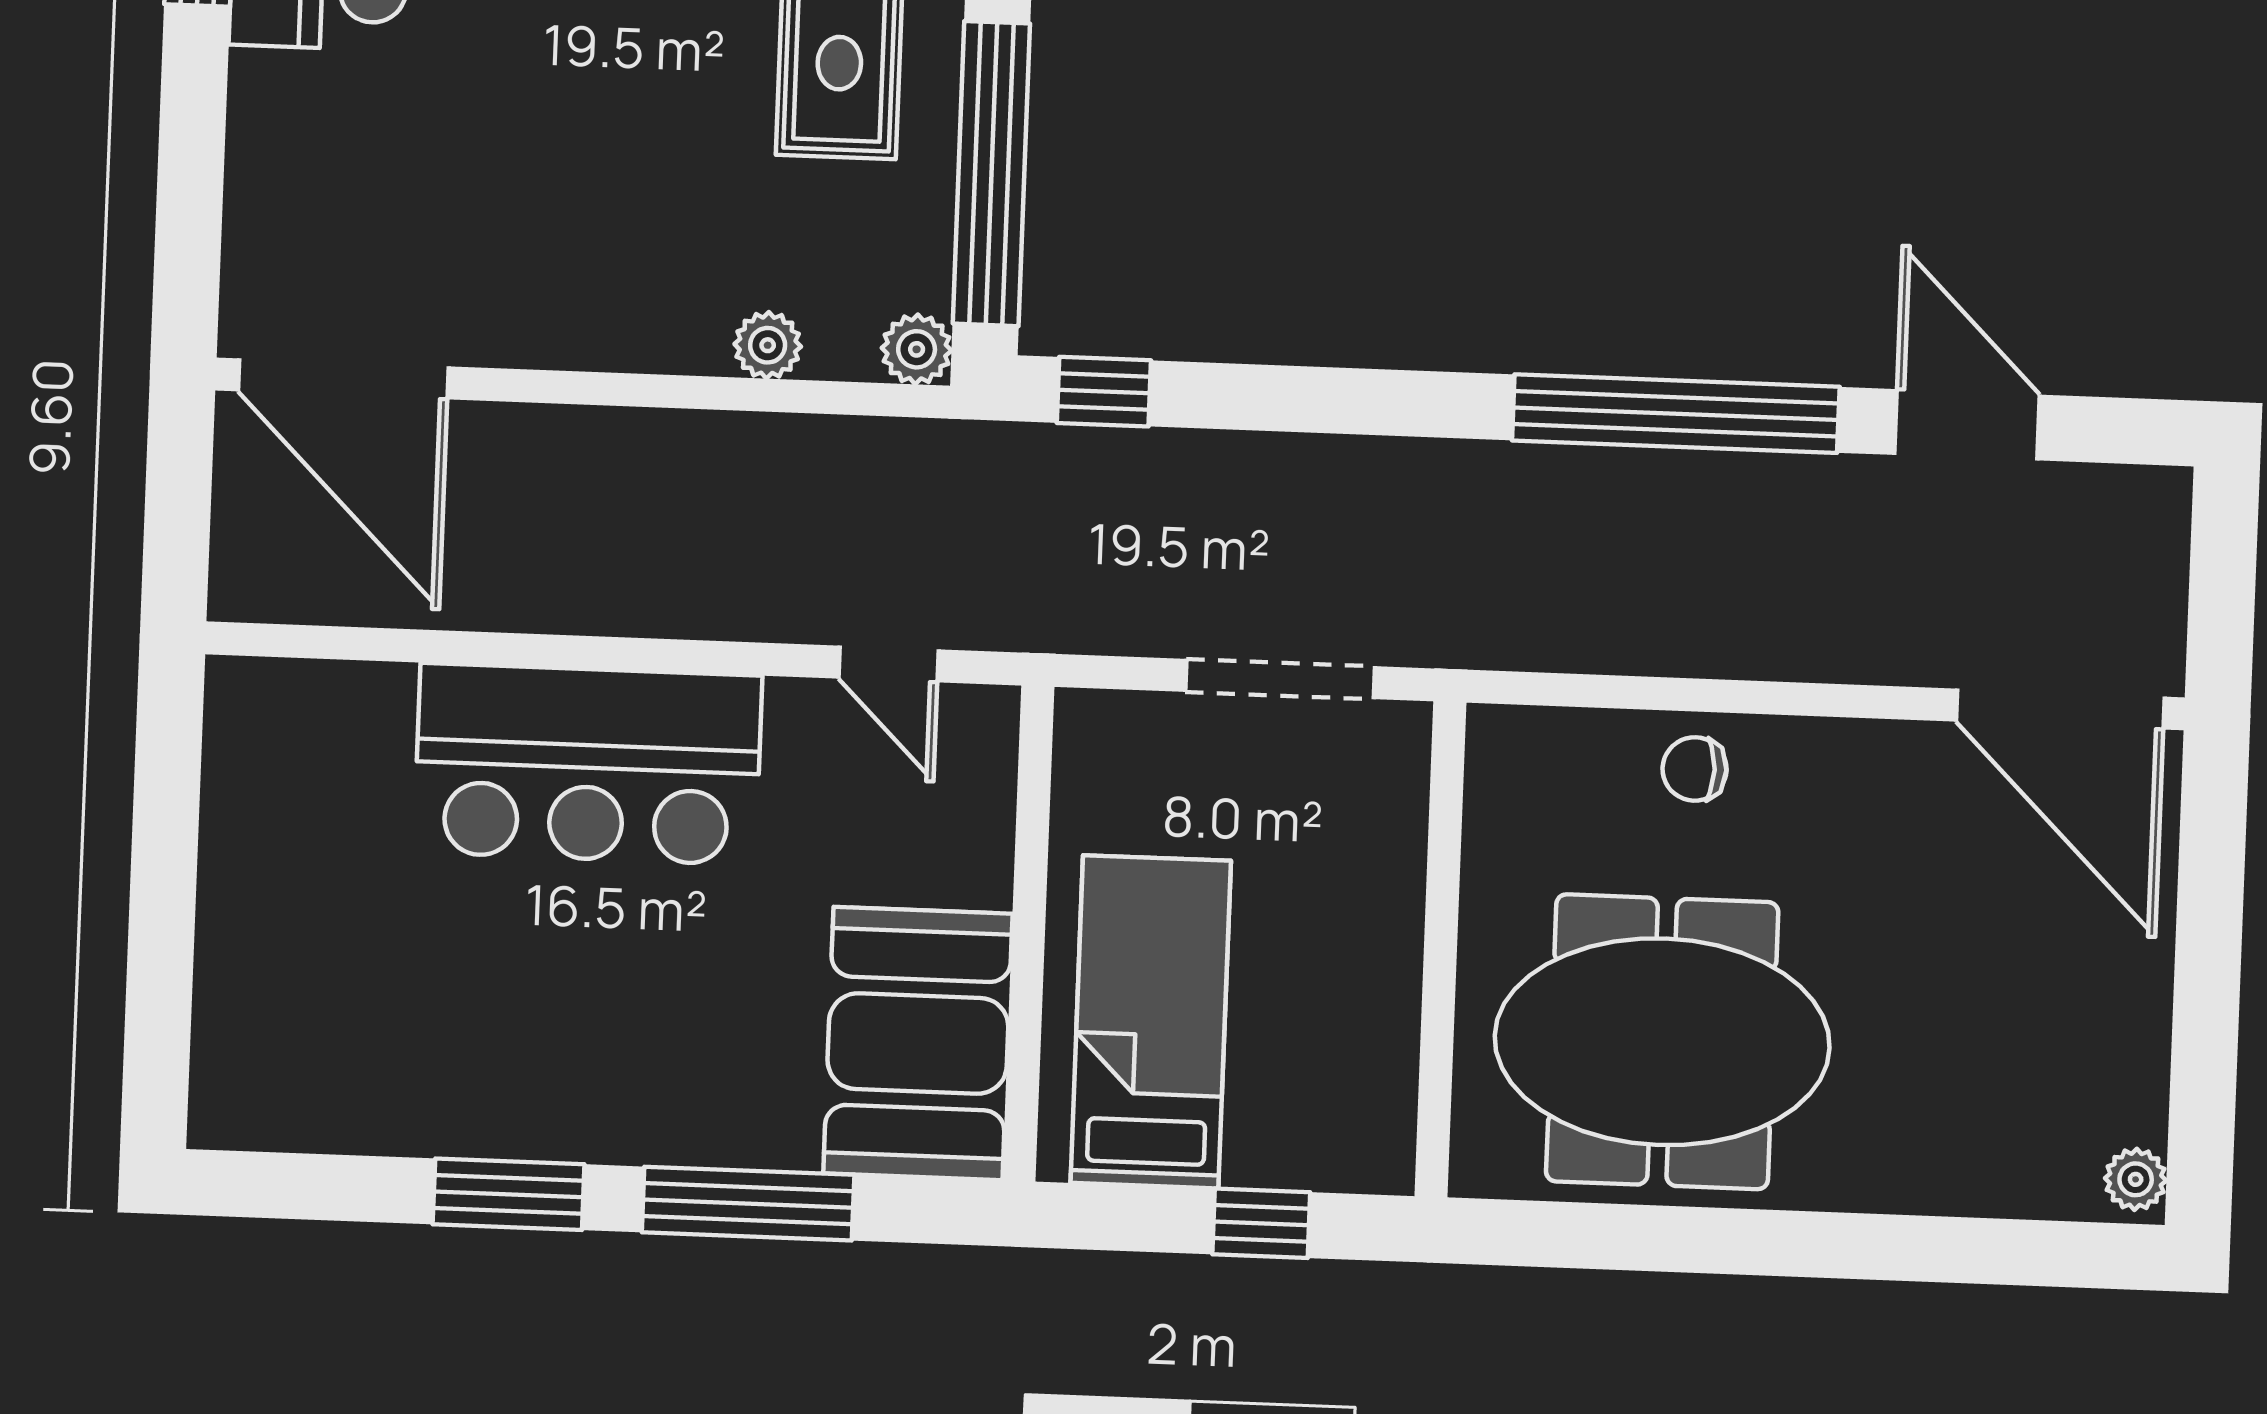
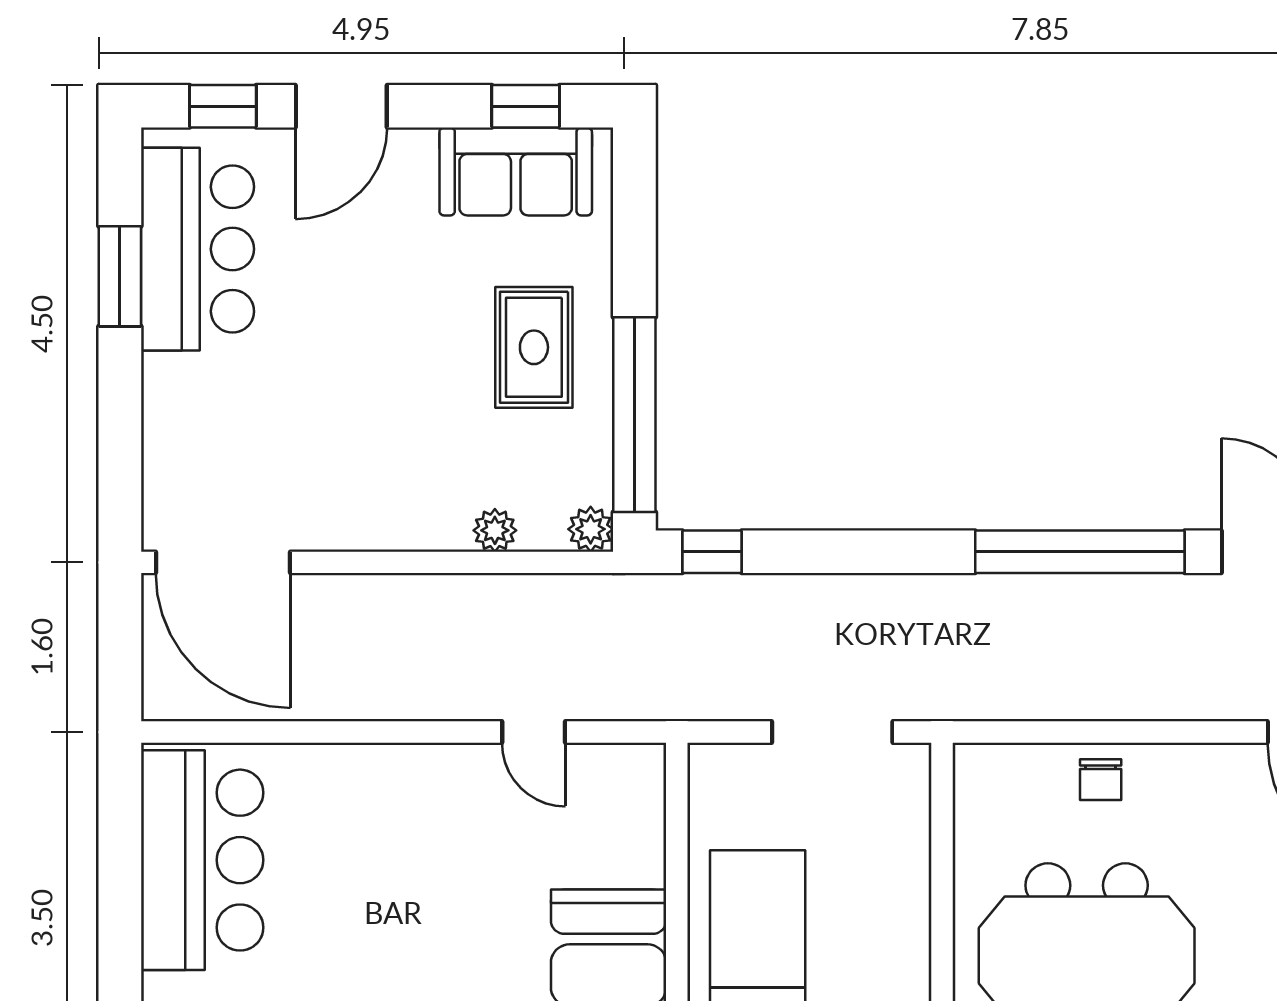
door: (888, 664) -> (534, 732), moved
bar counter: (588, 764) -> (202, 860), moved, turned -90
chair: (1695, 769) -> (1101, 780), turned -90

